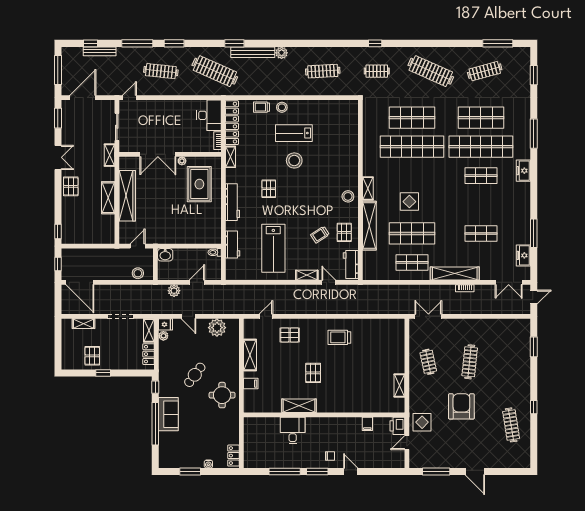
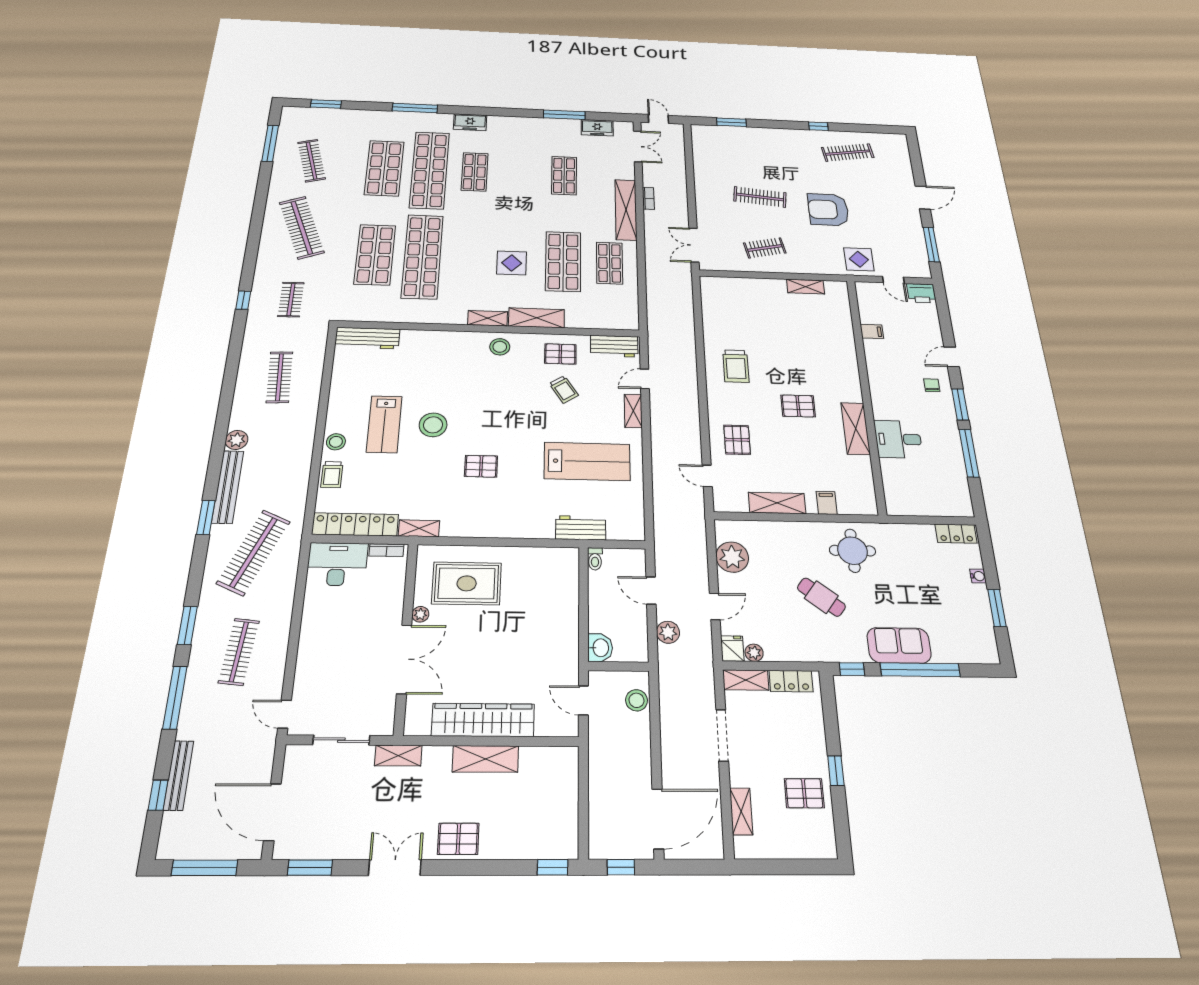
clothes rail: (431, 71) -> (302, 227), turned -45
workbench: (233, 202) -> (367, 338), moved, turned 180
shelving: (369, 226) -> (536, 318), width x0.68
printer: (397, 426) -> (921, 293), moved

